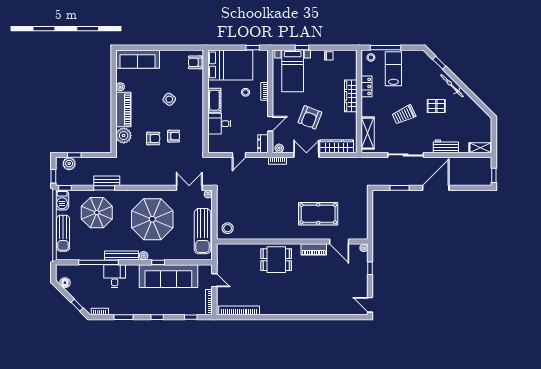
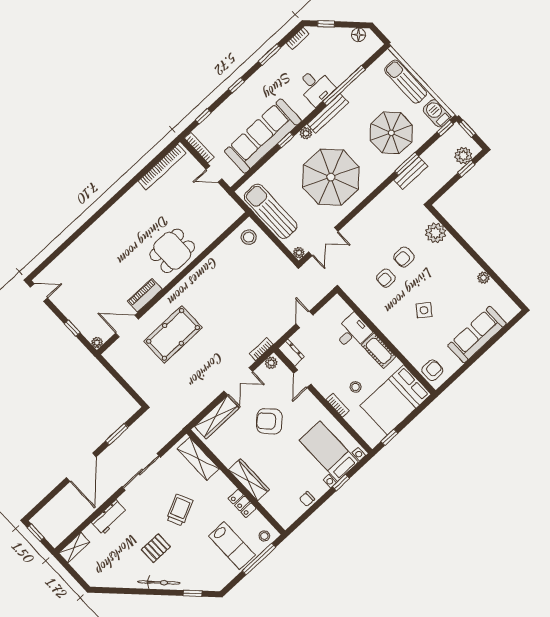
sofa: (138, 59) -> (477, 335), moved
piano: (123, 110) -> (460, 258), removed
armchair: (310, 117) -> (269, 421), turned -65

